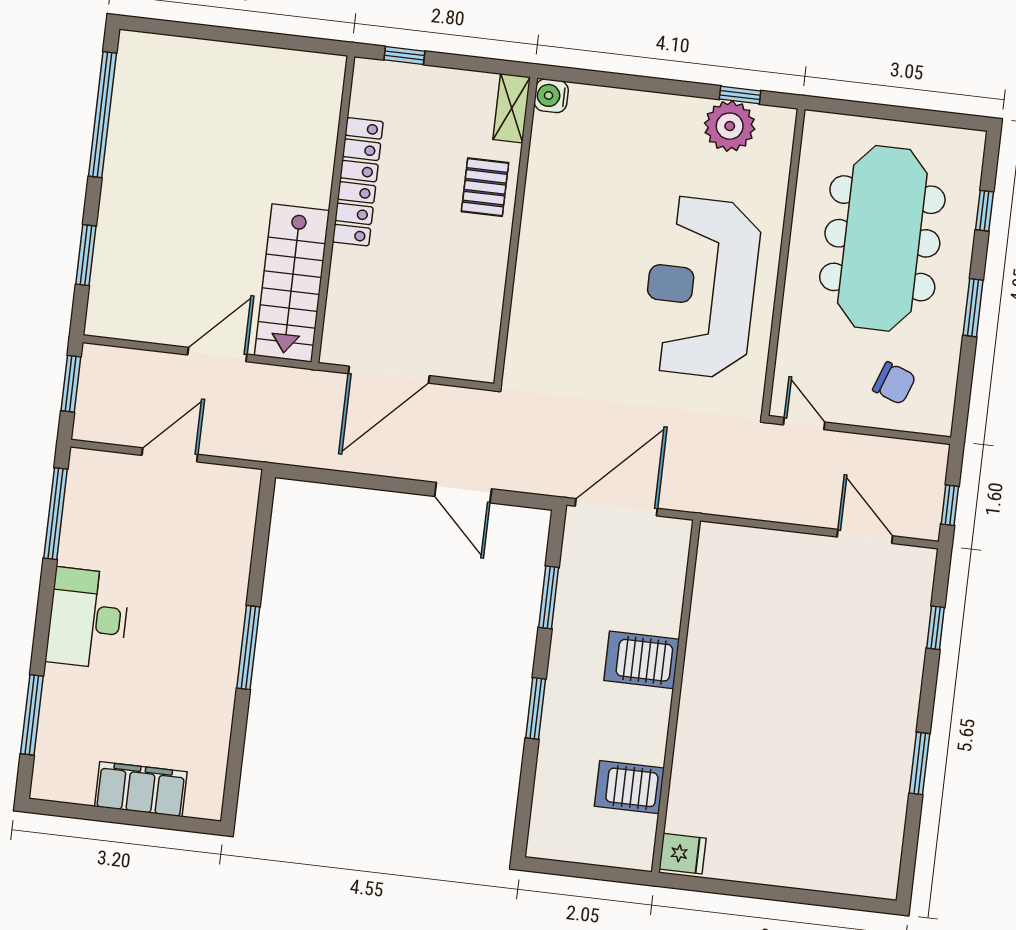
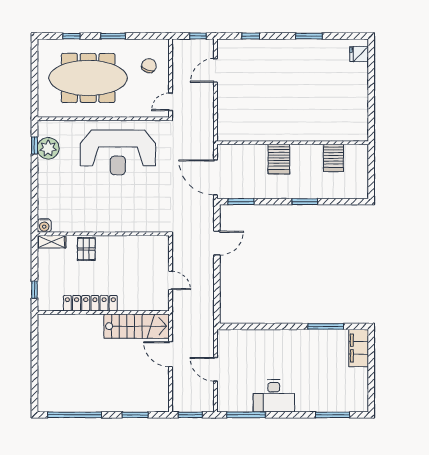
pallet: (485, 187) -> (86, 249), turned 90
door: (389, 375) -> (171, 280), width x0.53
window: (549, 597) -> (241, 202), moved
desk: (88, 618) -> (274, 396), moved
window: (248, 648) -> (326, 326), moved
filing cabinet: (141, 789) -> (359, 348), moved
fridge: (683, 854) -> (359, 54), moved, turned -90

